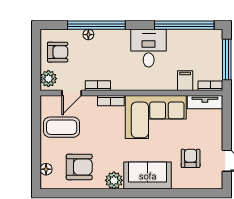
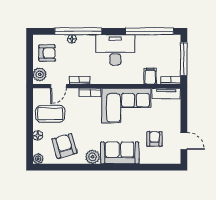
desk: (149, 48) -> (115, 50), width x1.37
armchair: (79, 167) -> (65, 146), turned -106
floor lamp: (46, 169) -> (38, 135), moved
plant: (47, 183) -> (38, 159), added

